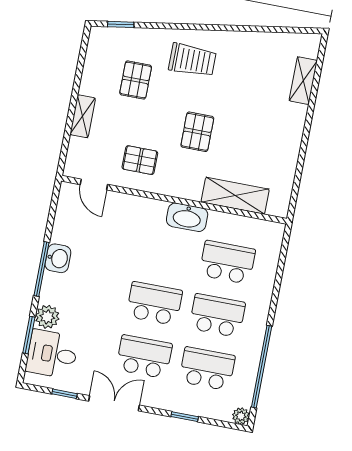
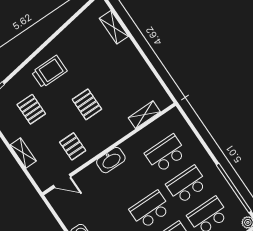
pallet: (140, 160) -> (73, 146), turned 90
shelving: (235, 196) -> (144, 115), width x0.67, depth x0.75
washbasin: (187, 217) -> (111, 160), moved

